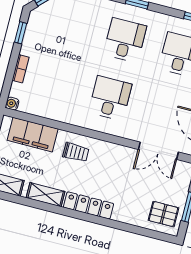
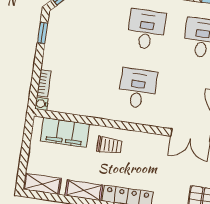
bookcase: (20, 69) -> (44, 83), moved

